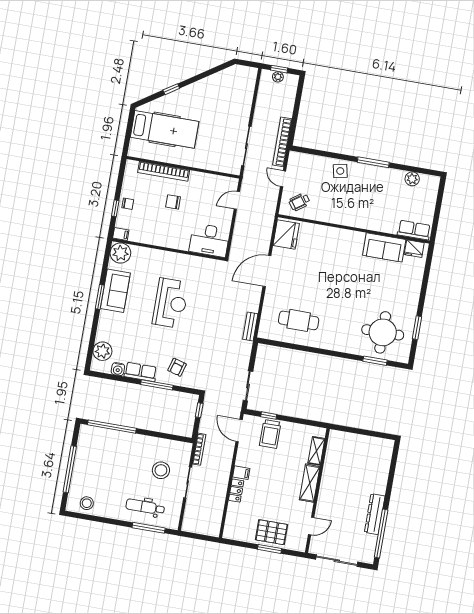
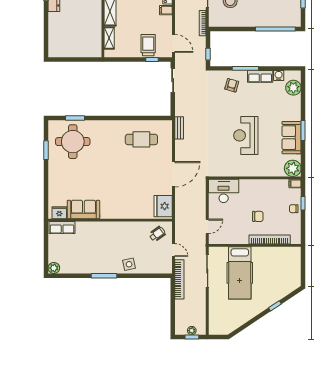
hospital bed: (165, 129) -> (240, 273), moved, turned -90
plant: (412, 179) -> (54, 268), moved

